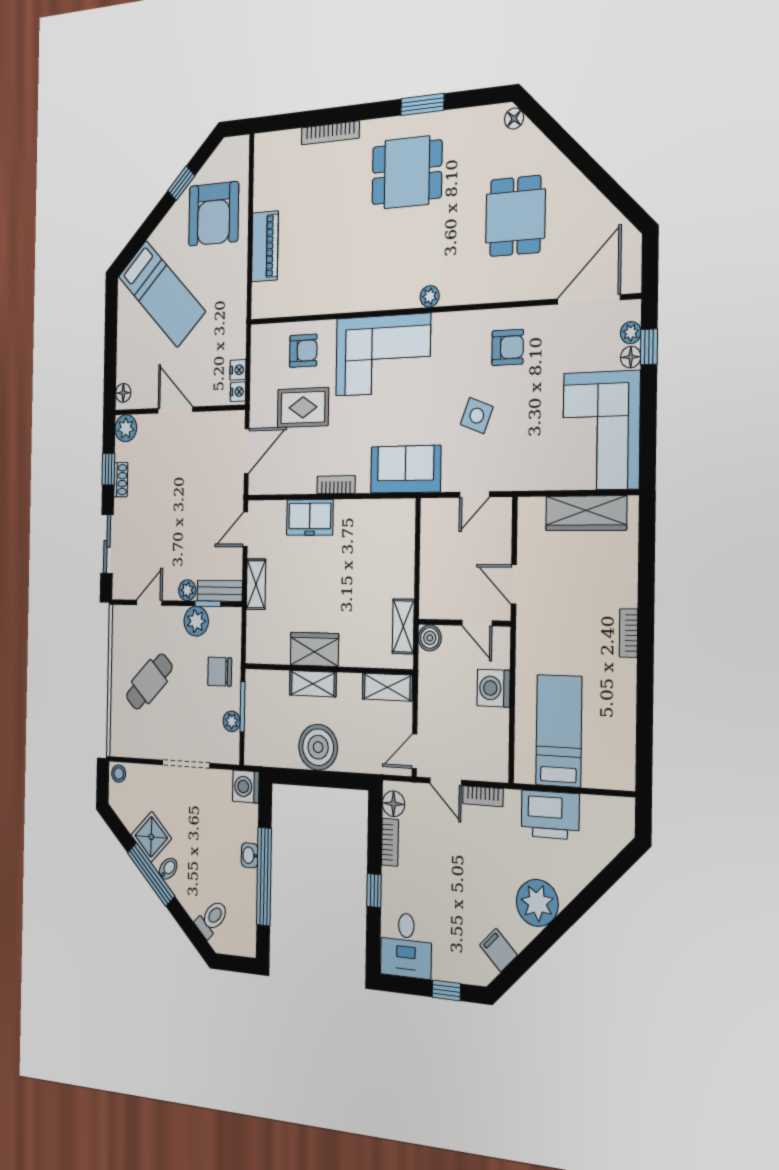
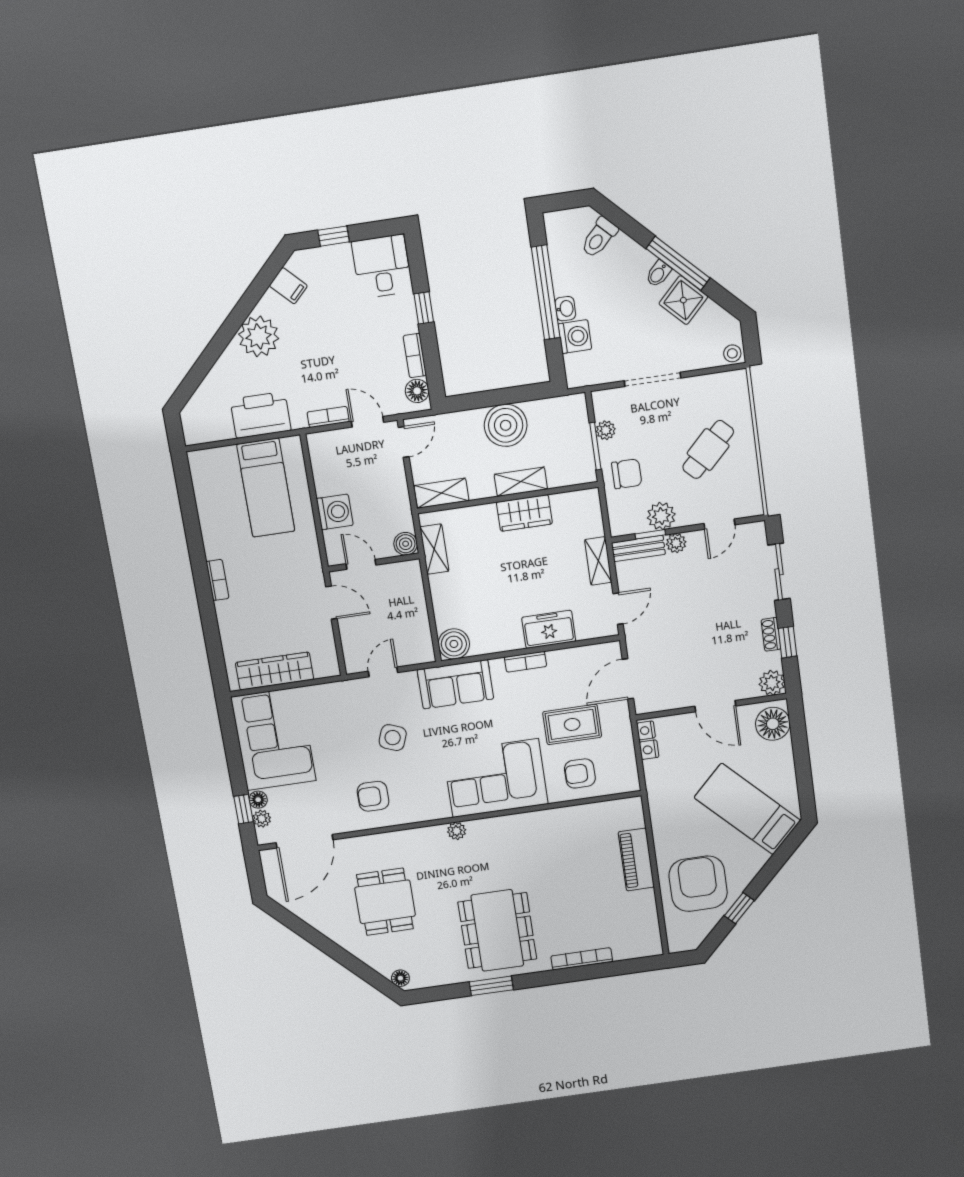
dining table: (407, 172) -> (497, 931), width x1.38
floor lamp: (123, 393) -> (773, 724), width x1.89, depth x1.89
boiler: (400, 516) -> (454, 644), added
washing machine: (246, 787) -> (575, 337), moved

